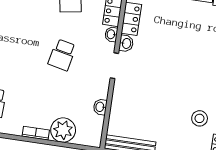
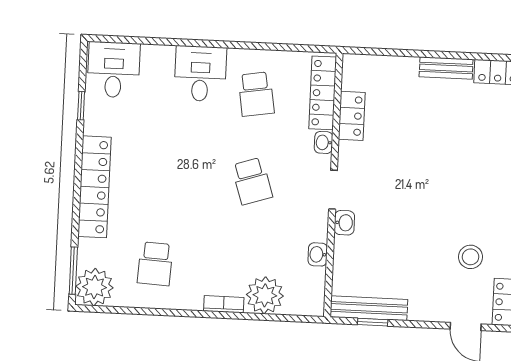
washbasin: (126, 43) -> (344, 223), moved
school desk: (62, 55) -> (252, 181), turned -30

